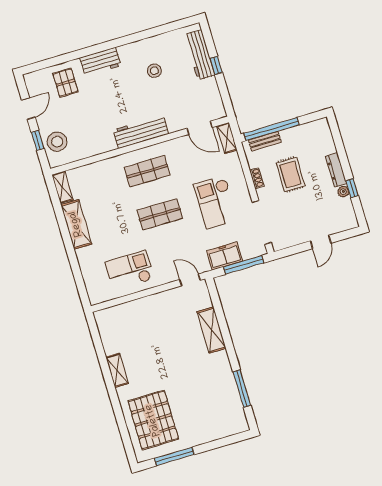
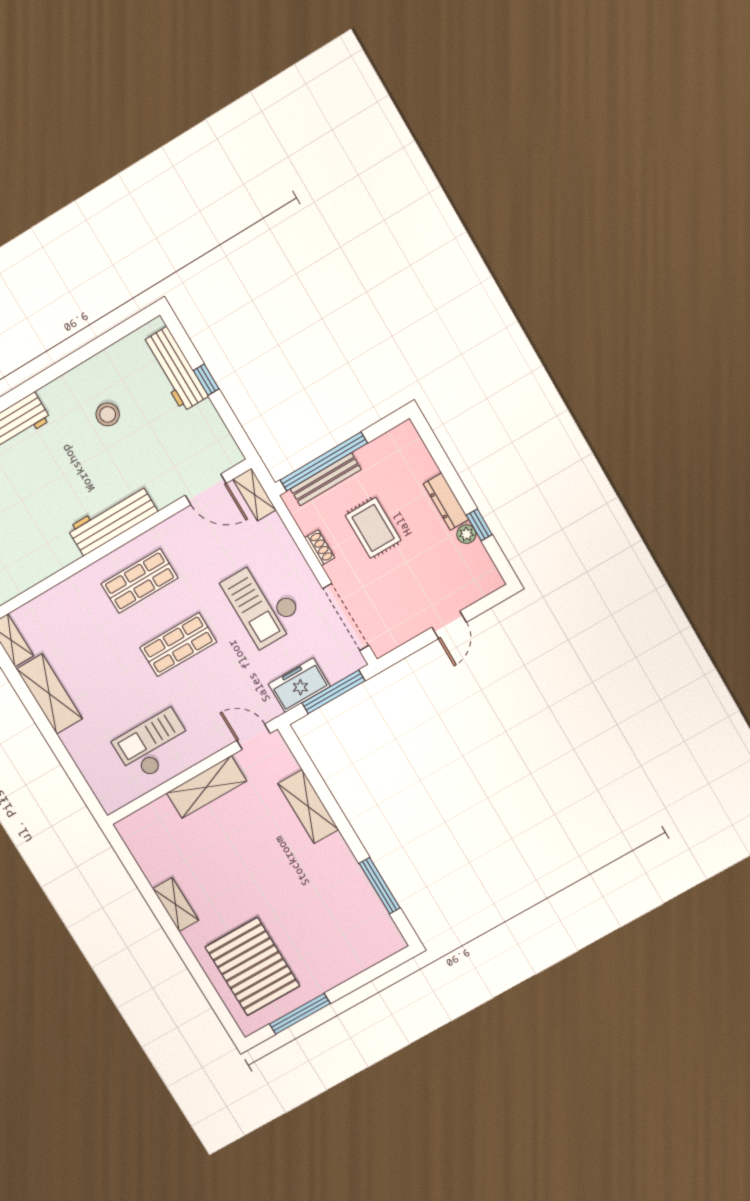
bench: (265, 141) -> (326, 479), width x1.36
shelving: (154, 303) -> (207, 787), added

